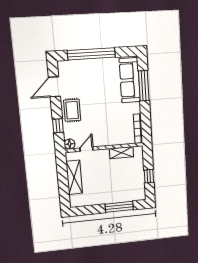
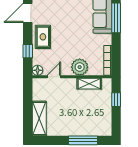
plant: (111, 137) -> (80, 67), added
window: (149, 176) -> (116, 100), moved
shelving: (74, 177) -> (39, 119), moved

